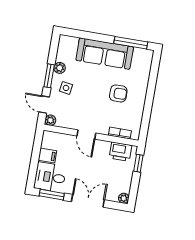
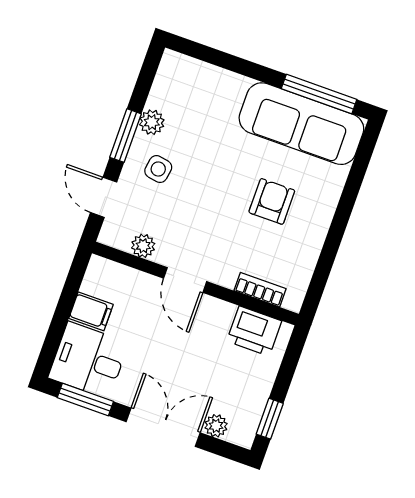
sofa: (105, 54) -> (301, 124), moved
armchair: (118, 93) -> (272, 201), turned -90
plant: (50, 120) -> (143, 246), moved
window: (138, 163) -> (270, 419), moved
plant: (124, 198) -> (216, 426), moved

